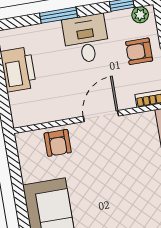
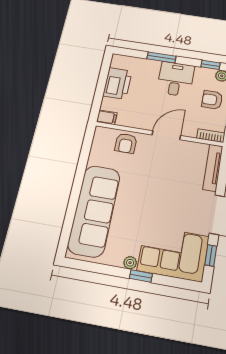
filing cabinet: (23, 118) -> (107, 117), added

